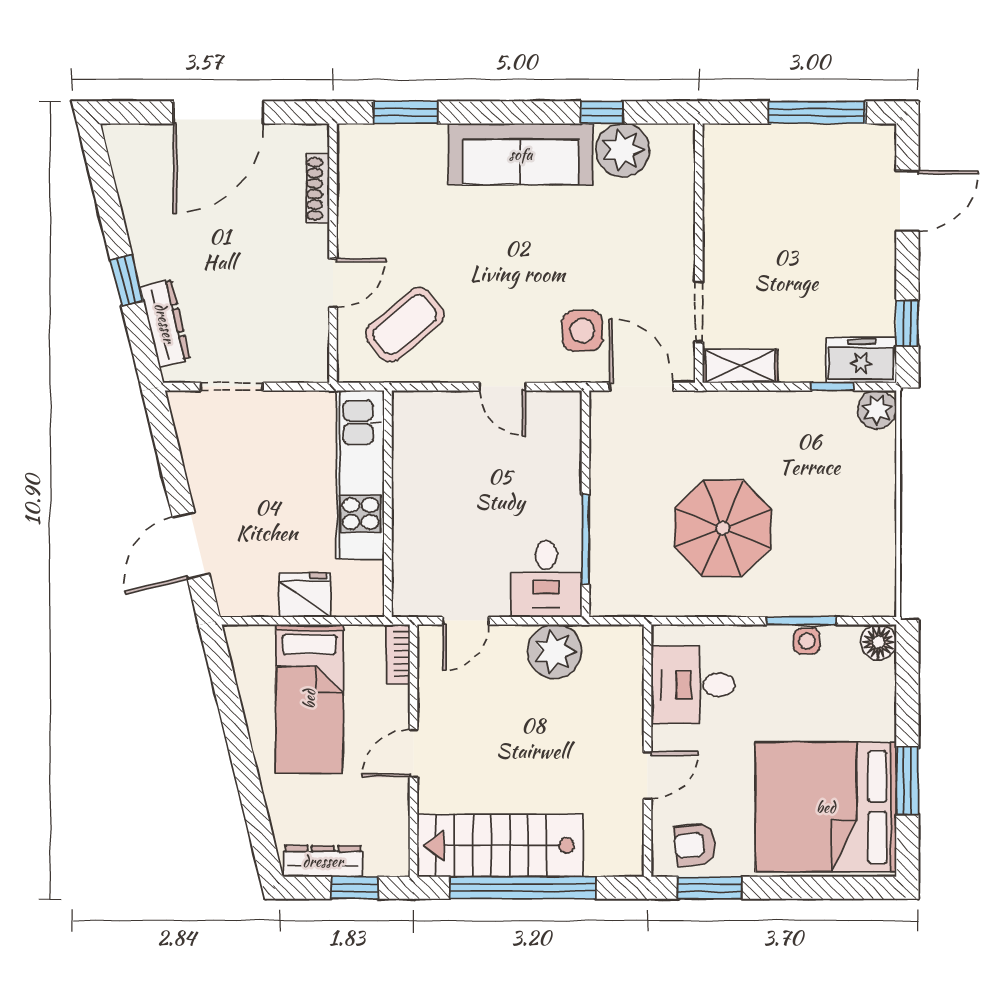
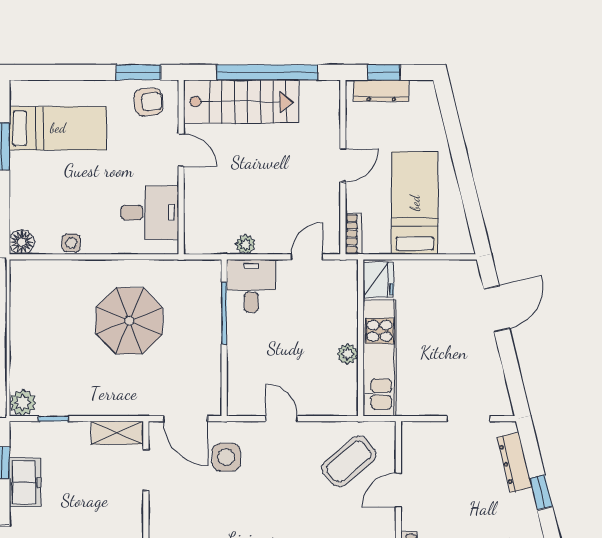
freezer: (861, 360) -> (25, 482), moved, turned -90
plant: (407, 480) -> (347, 354), added
fridge: (305, 595) -> (378, 280), moved, turned -90
window: (801, 621) -> (75, 257), removed
plant: (555, 651) -> (245, 244), width x0.53, depth x0.53
door: (648, 776) -> (181, 150), swing flipped
bed: (826, 807) -> (58, 128), width x0.49
stairs: (500, 845) -> (241, 102), moved
dresser: (323, 861) -> (381, 91), moved

